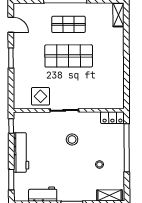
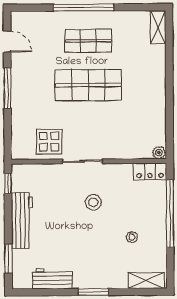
window: (11, 58) -> (7, 88), width x1.44
plant: (119, 104) -> (159, 153), added

